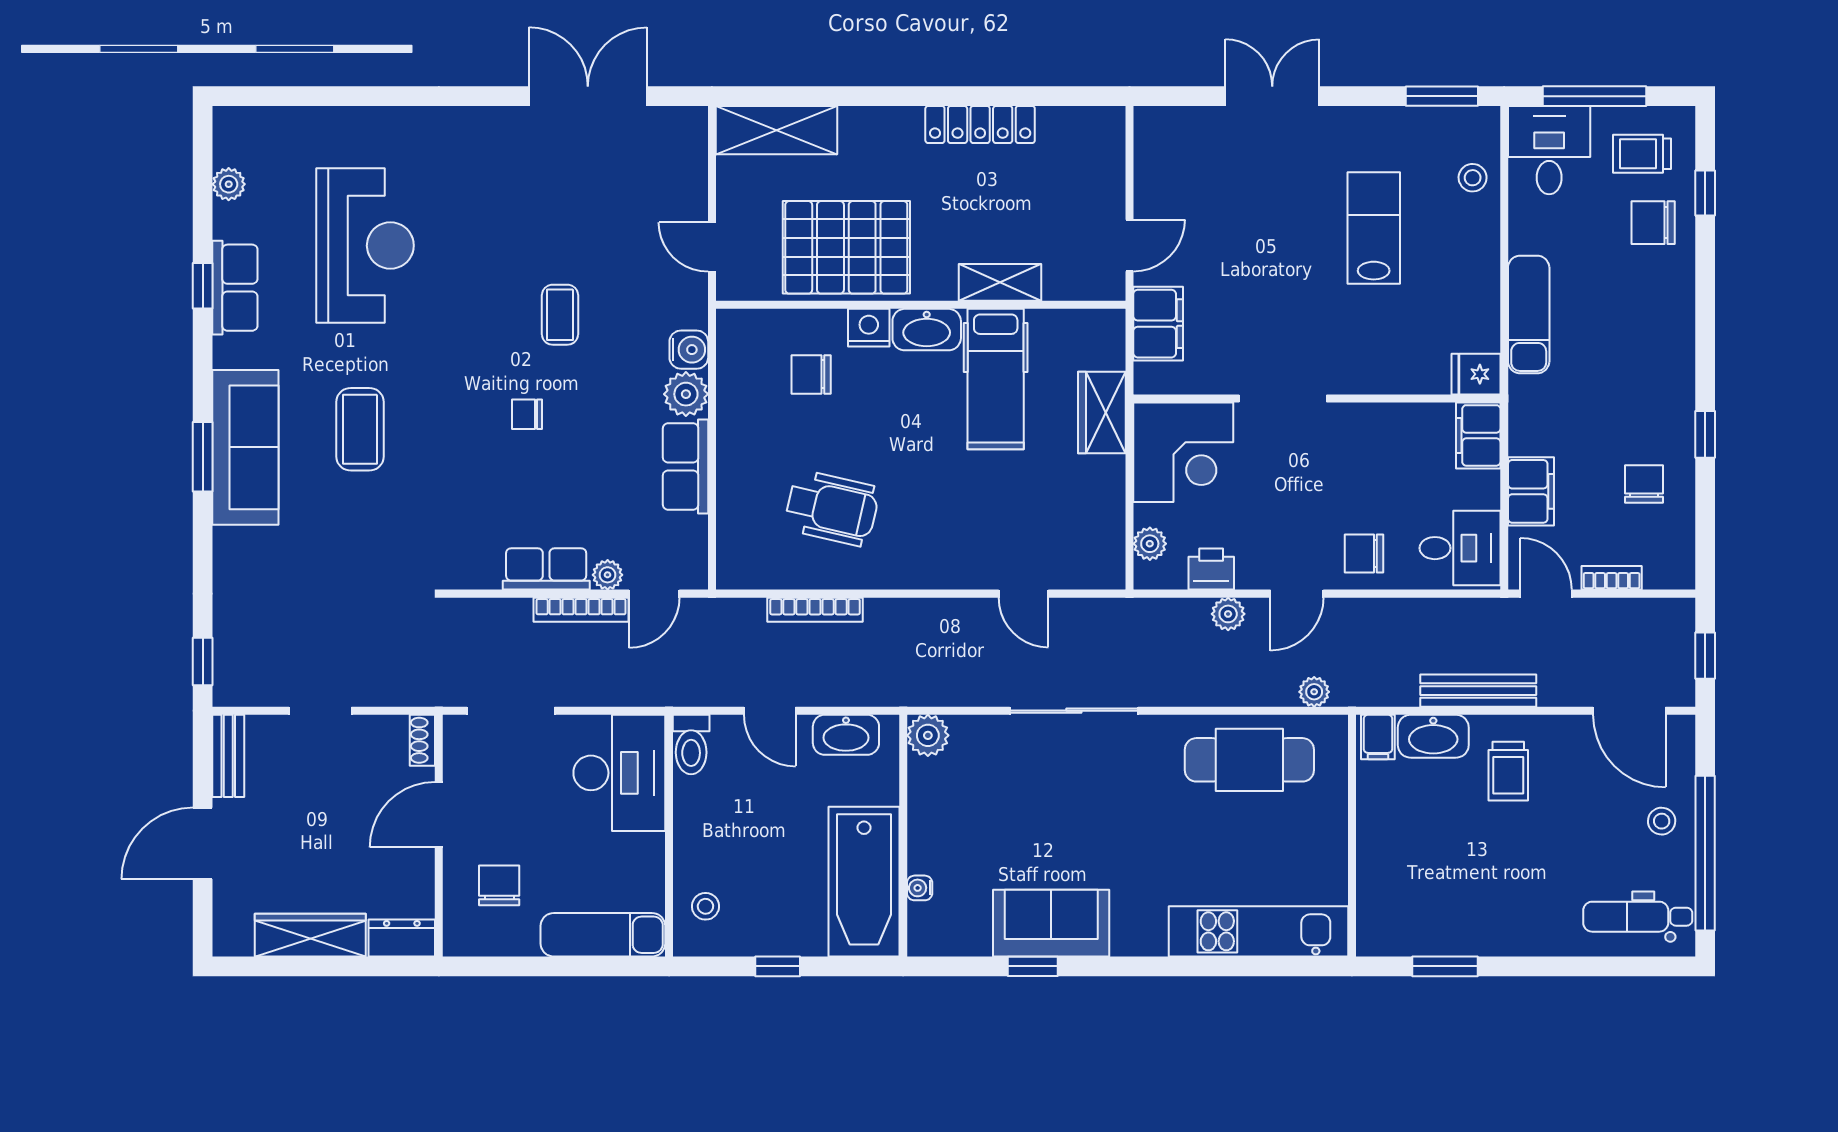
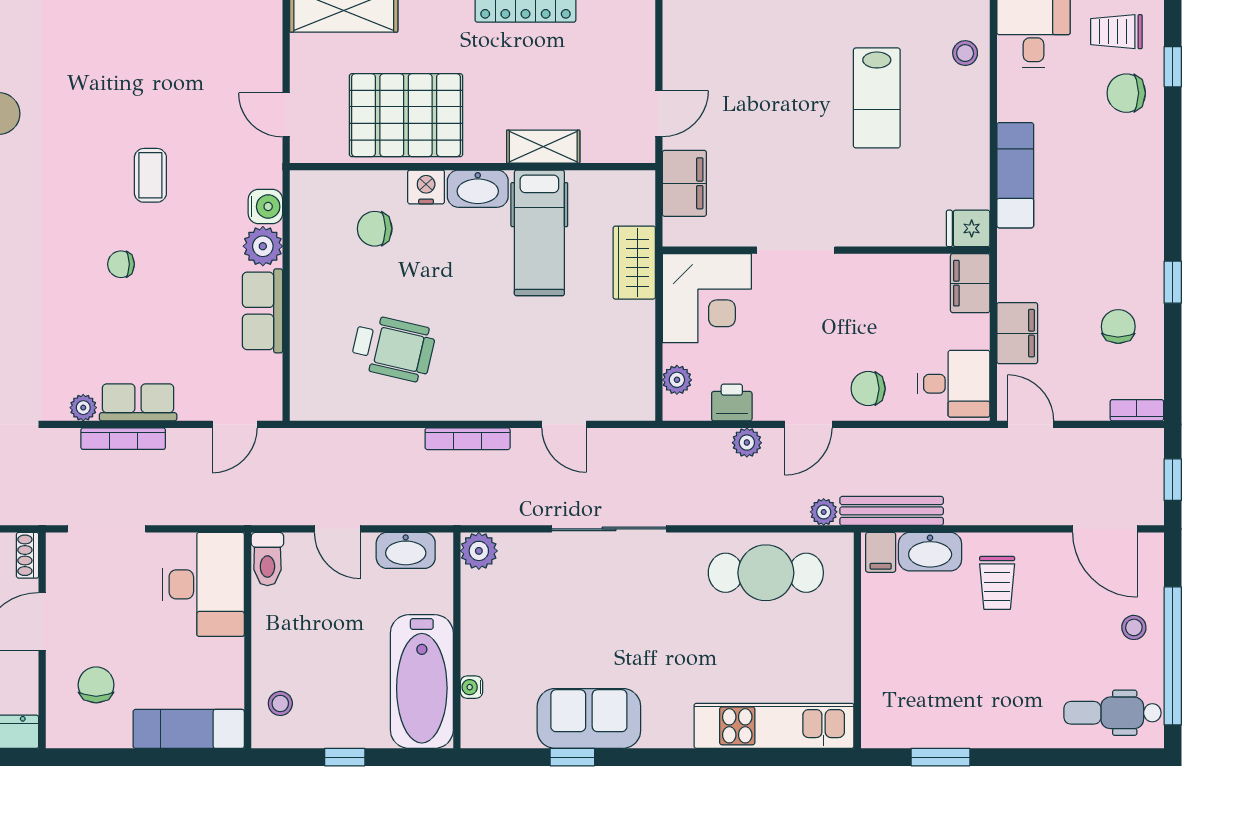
lab bench: (1374, 228) -> (877, 98), turned 180
plant: (608, 575) -> (83, 408), moved
bookcase: (1612, 578) -> (1137, 410), moved
bookcase: (581, 610) -> (123, 439), moved
bookcase: (815, 610) -> (468, 439), moved
bench: (1478, 691) -> (892, 511), moved

